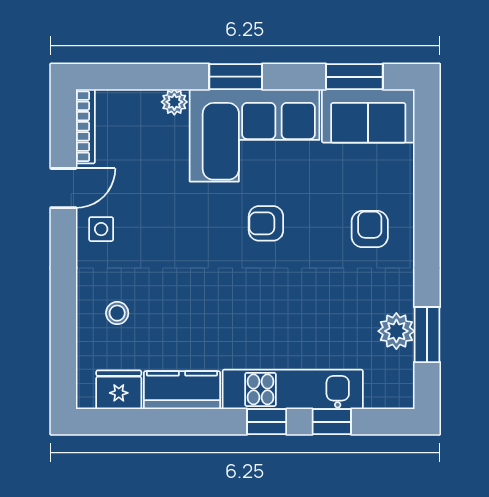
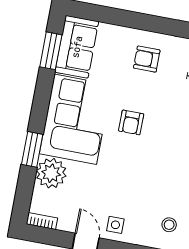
window: (236, 77) -> (32, 149), moved
plant: (174, 102) -> (51, 173), width x1.87, depth x1.87
bookcase: (85, 126) -> (42, 221), width x0.64

